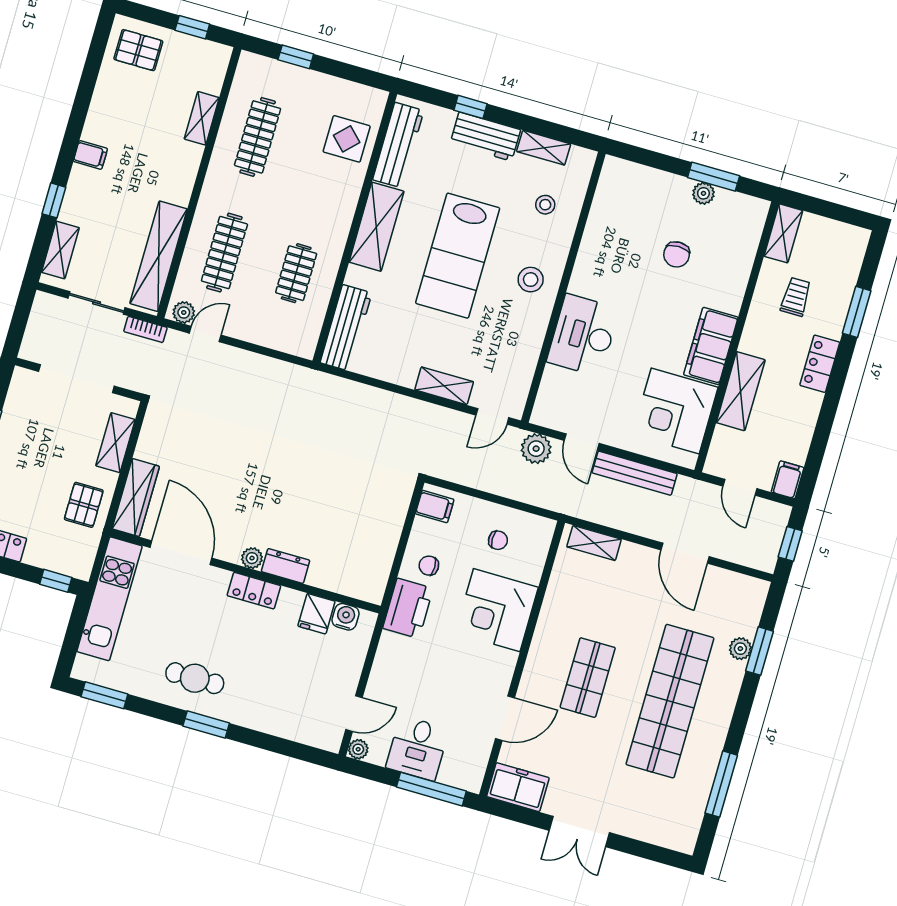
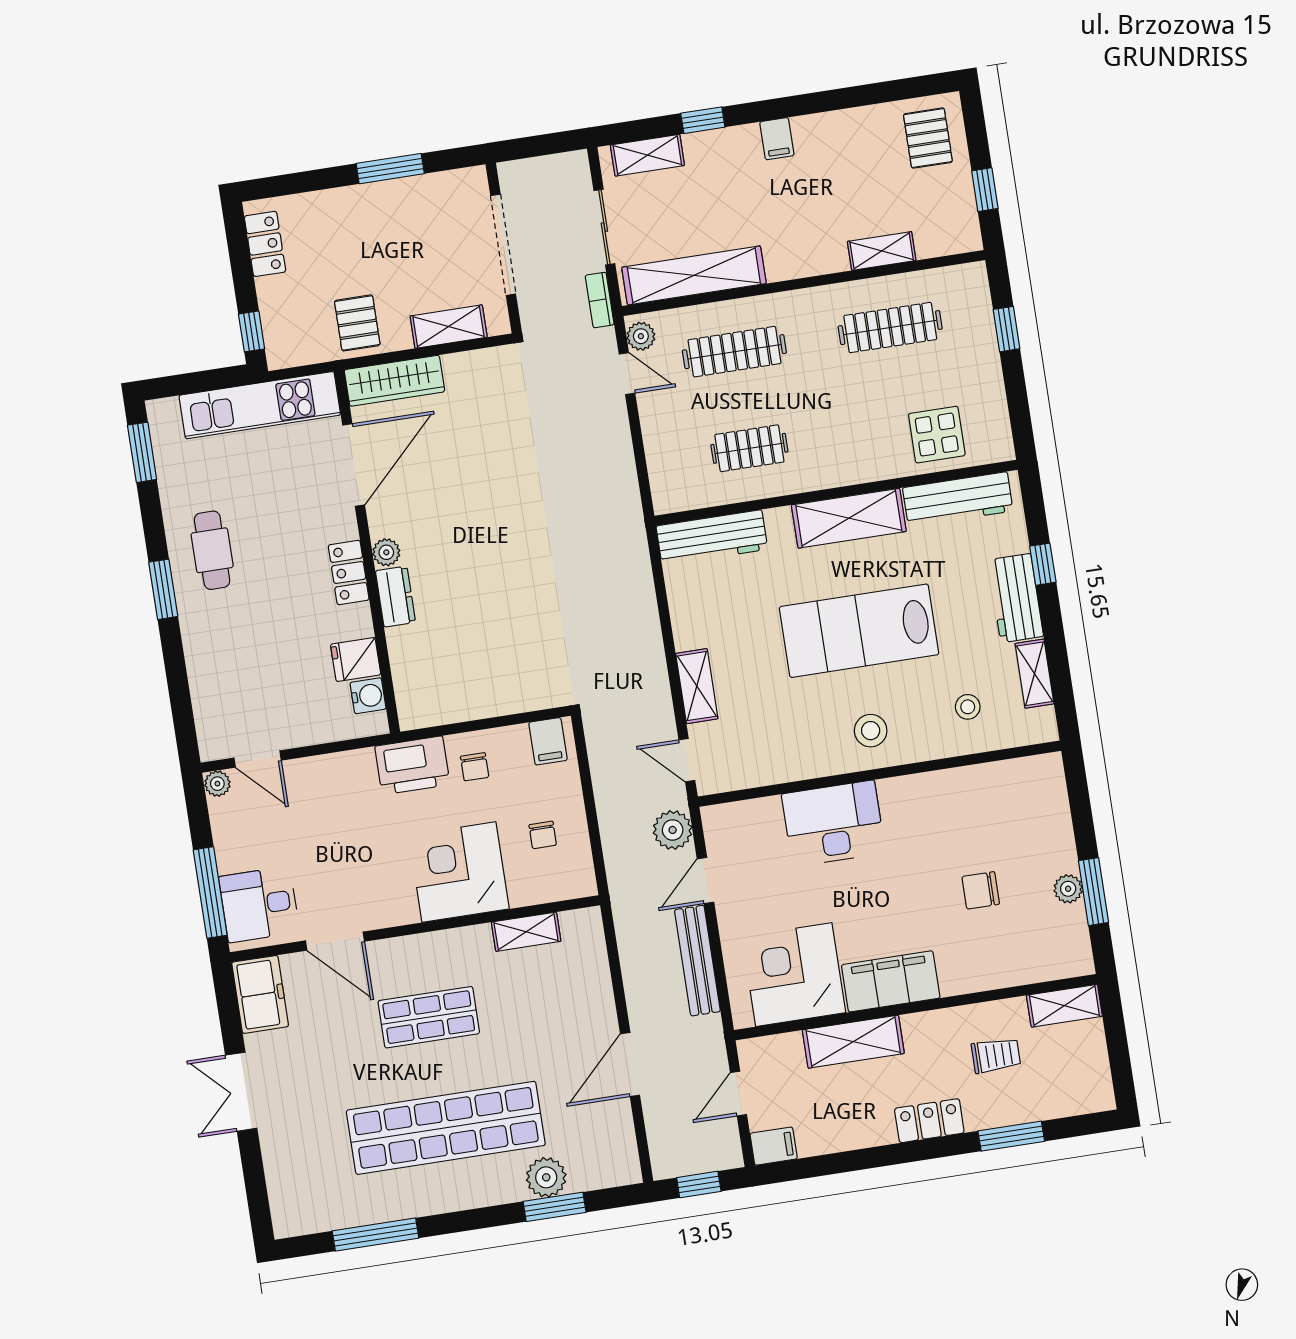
pallet: (84, 505) -> (357, 323), turned 90
shelving: (594, 543) -> (526, 932), moved, turned 90
chair: (429, 566) -> (475, 767), turned 180
plant: (740, 649) -> (546, 1177), width x1.38, depth x1.38
desk: (417, 748) -> (259, 904), moved

